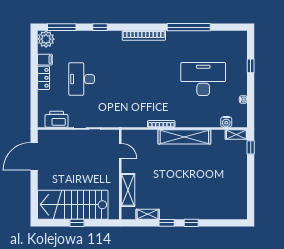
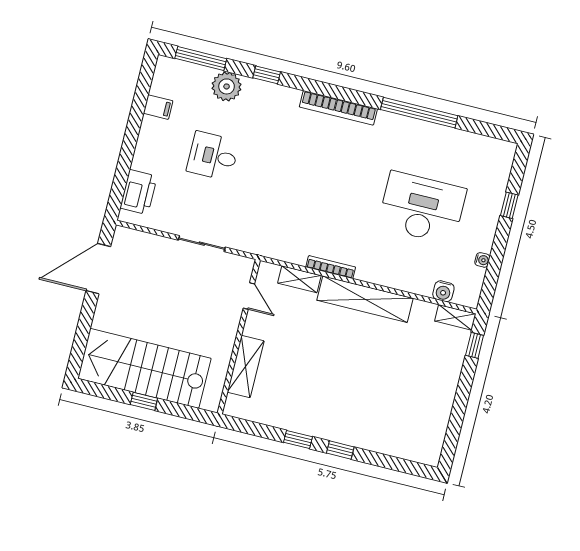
plant: (46, 39) -> (227, 86), moved
locker: (44, 78) -> (148, 138), removed
desk: (82, 79) -> (213, 156), width x0.73
printer: (57, 119) -> (138, 192), moved, turned 90
shelving: (148, 214) -> (299, 279), moved

